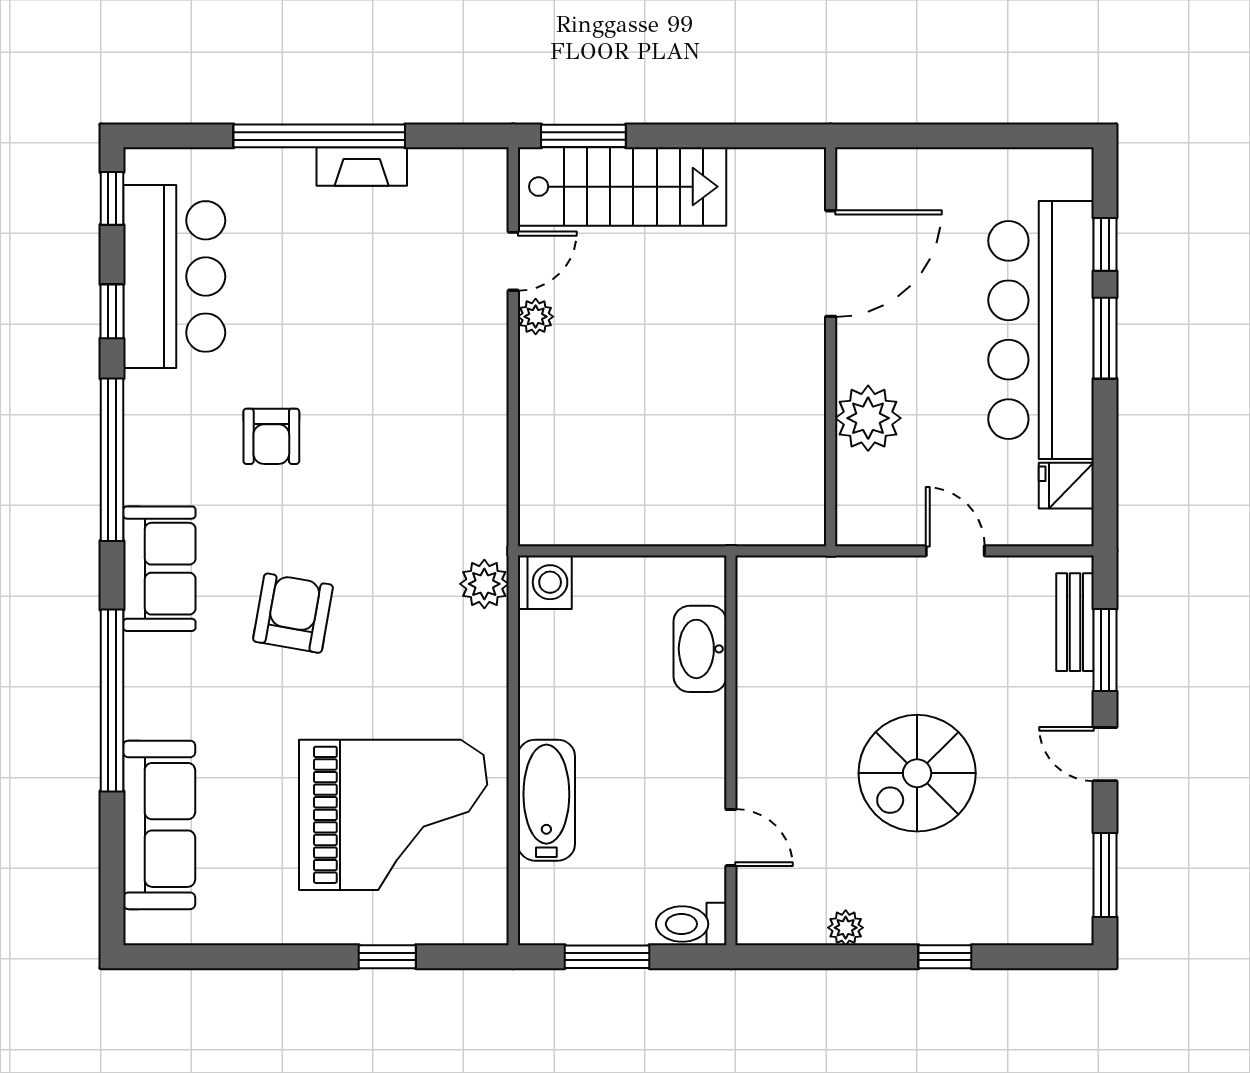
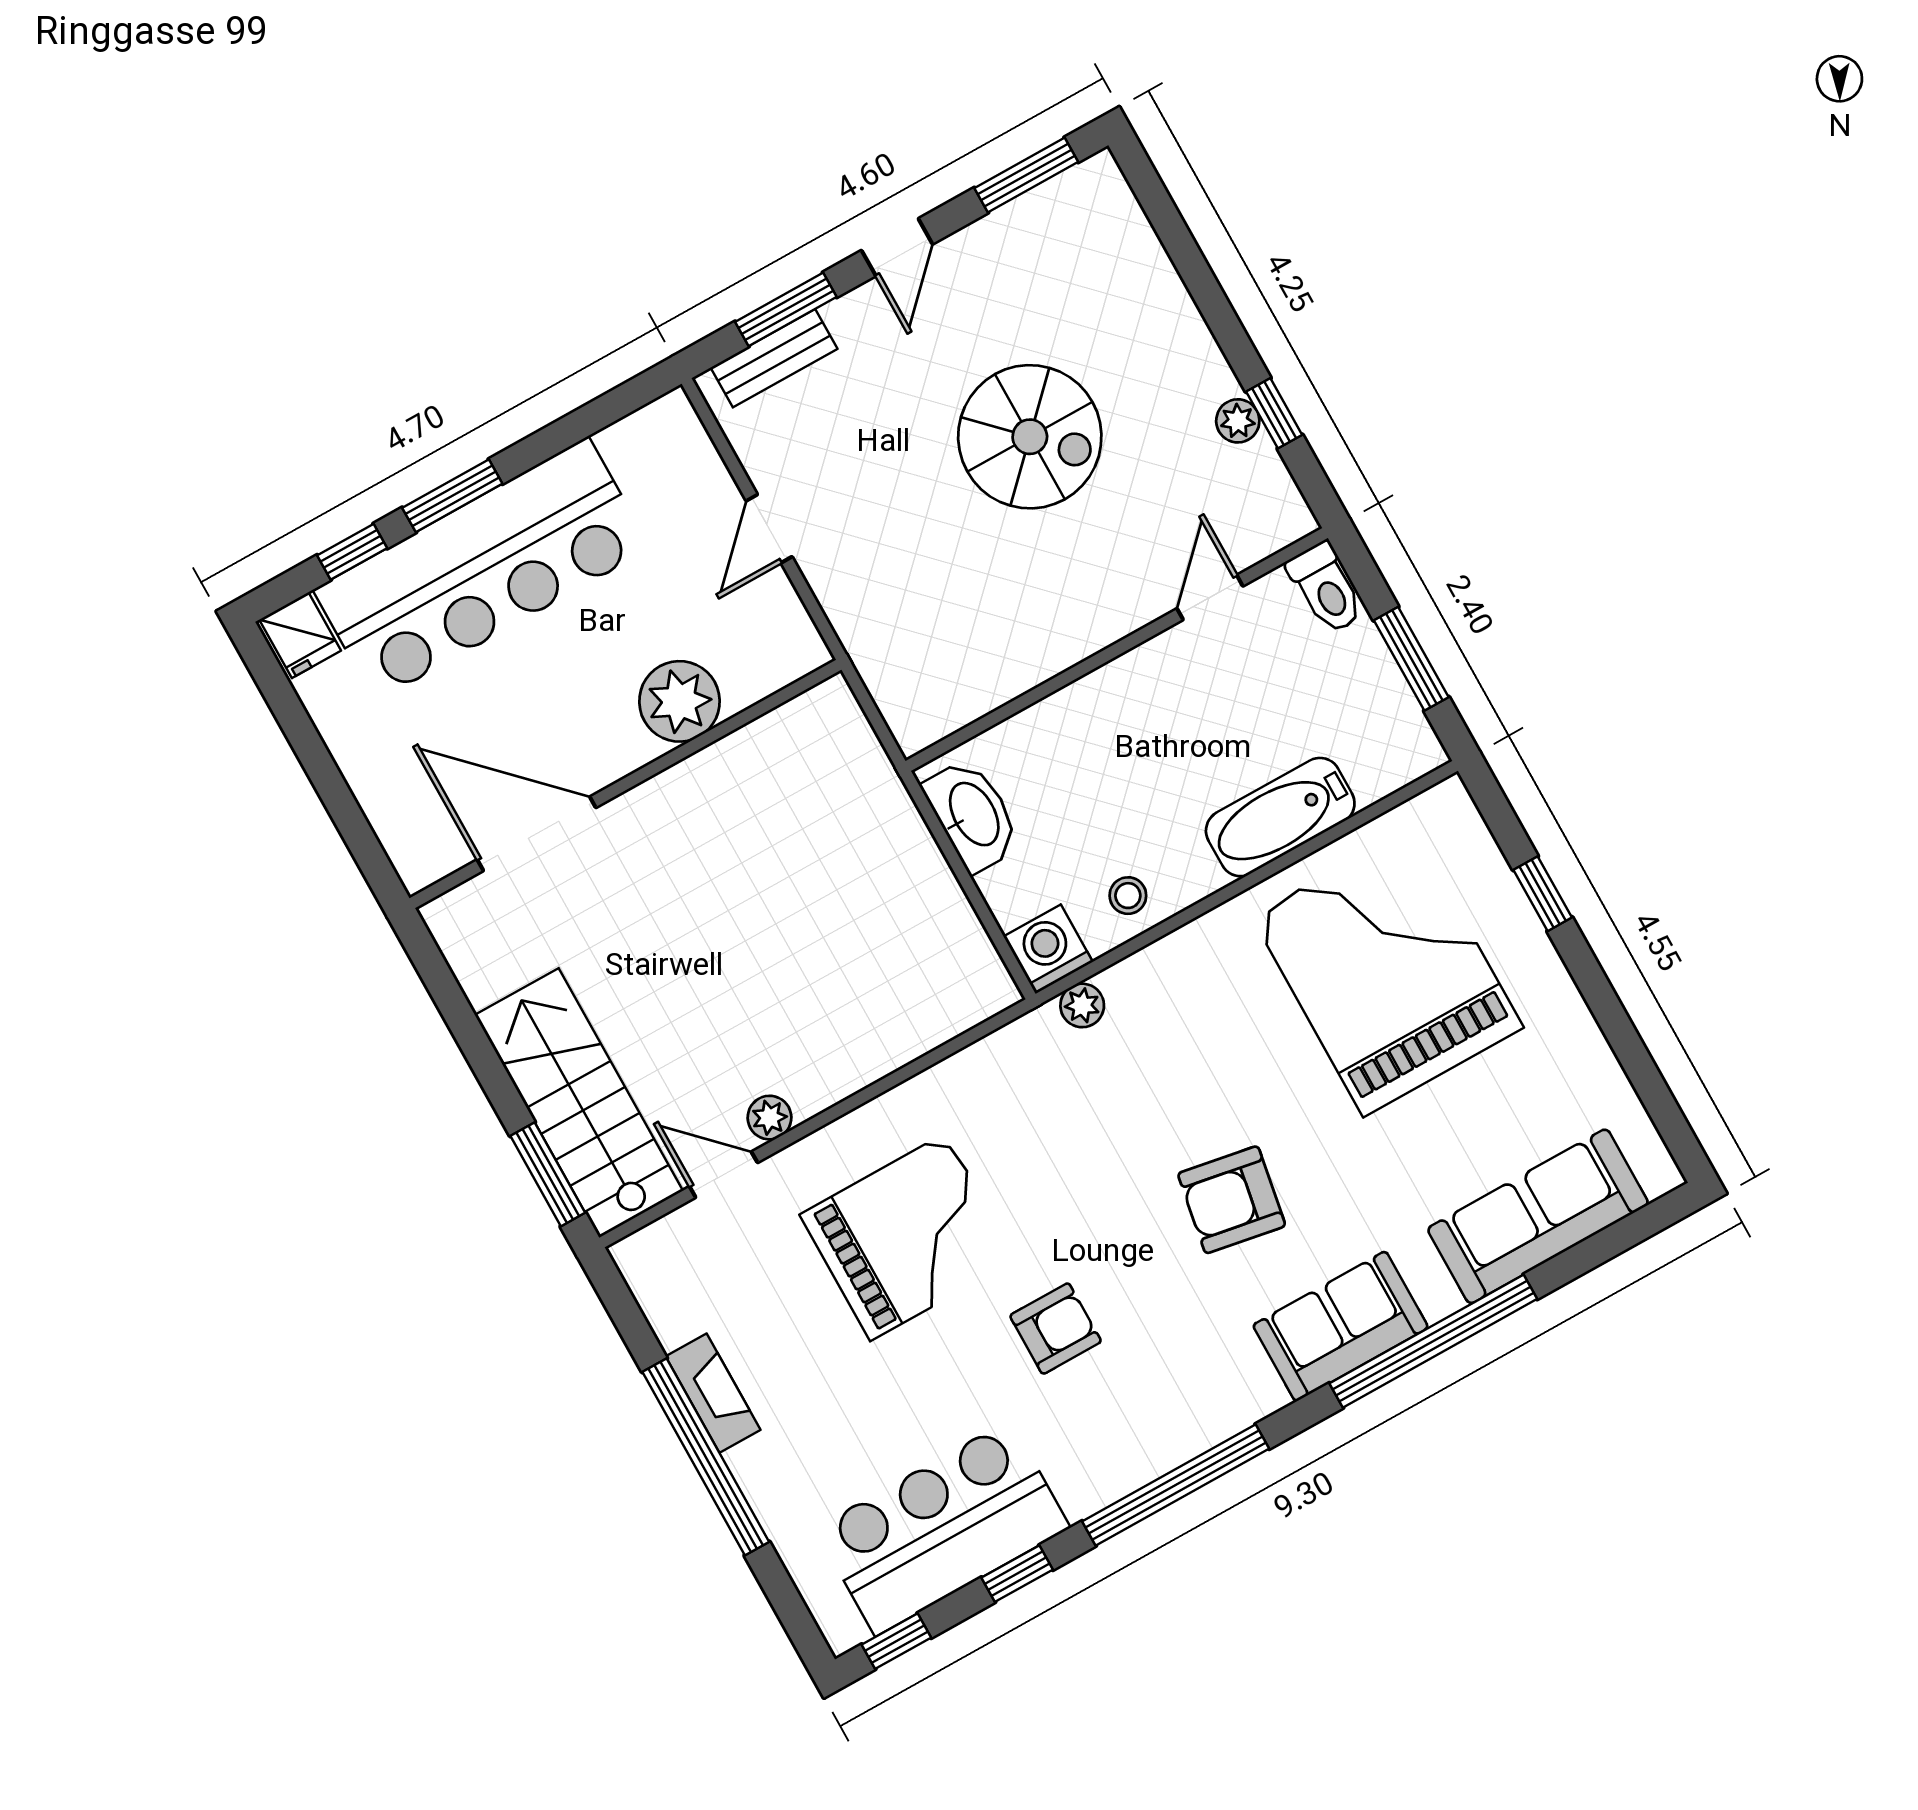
grand piano: (395, 368) -> (908, 1237), added
fridge: (1066, 486) -> (300, 635), moved
sofa: (159, 569) -> (1341, 1326), moved
plant: (484, 584) -> (1082, 1005), width x0.73, depth x0.73
washbasin: (700, 649) -> (973, 815), moved, turned -90
stool: (551, 660) -> (1128, 896), added
window: (945, 957) -> (1274, 413), moved

